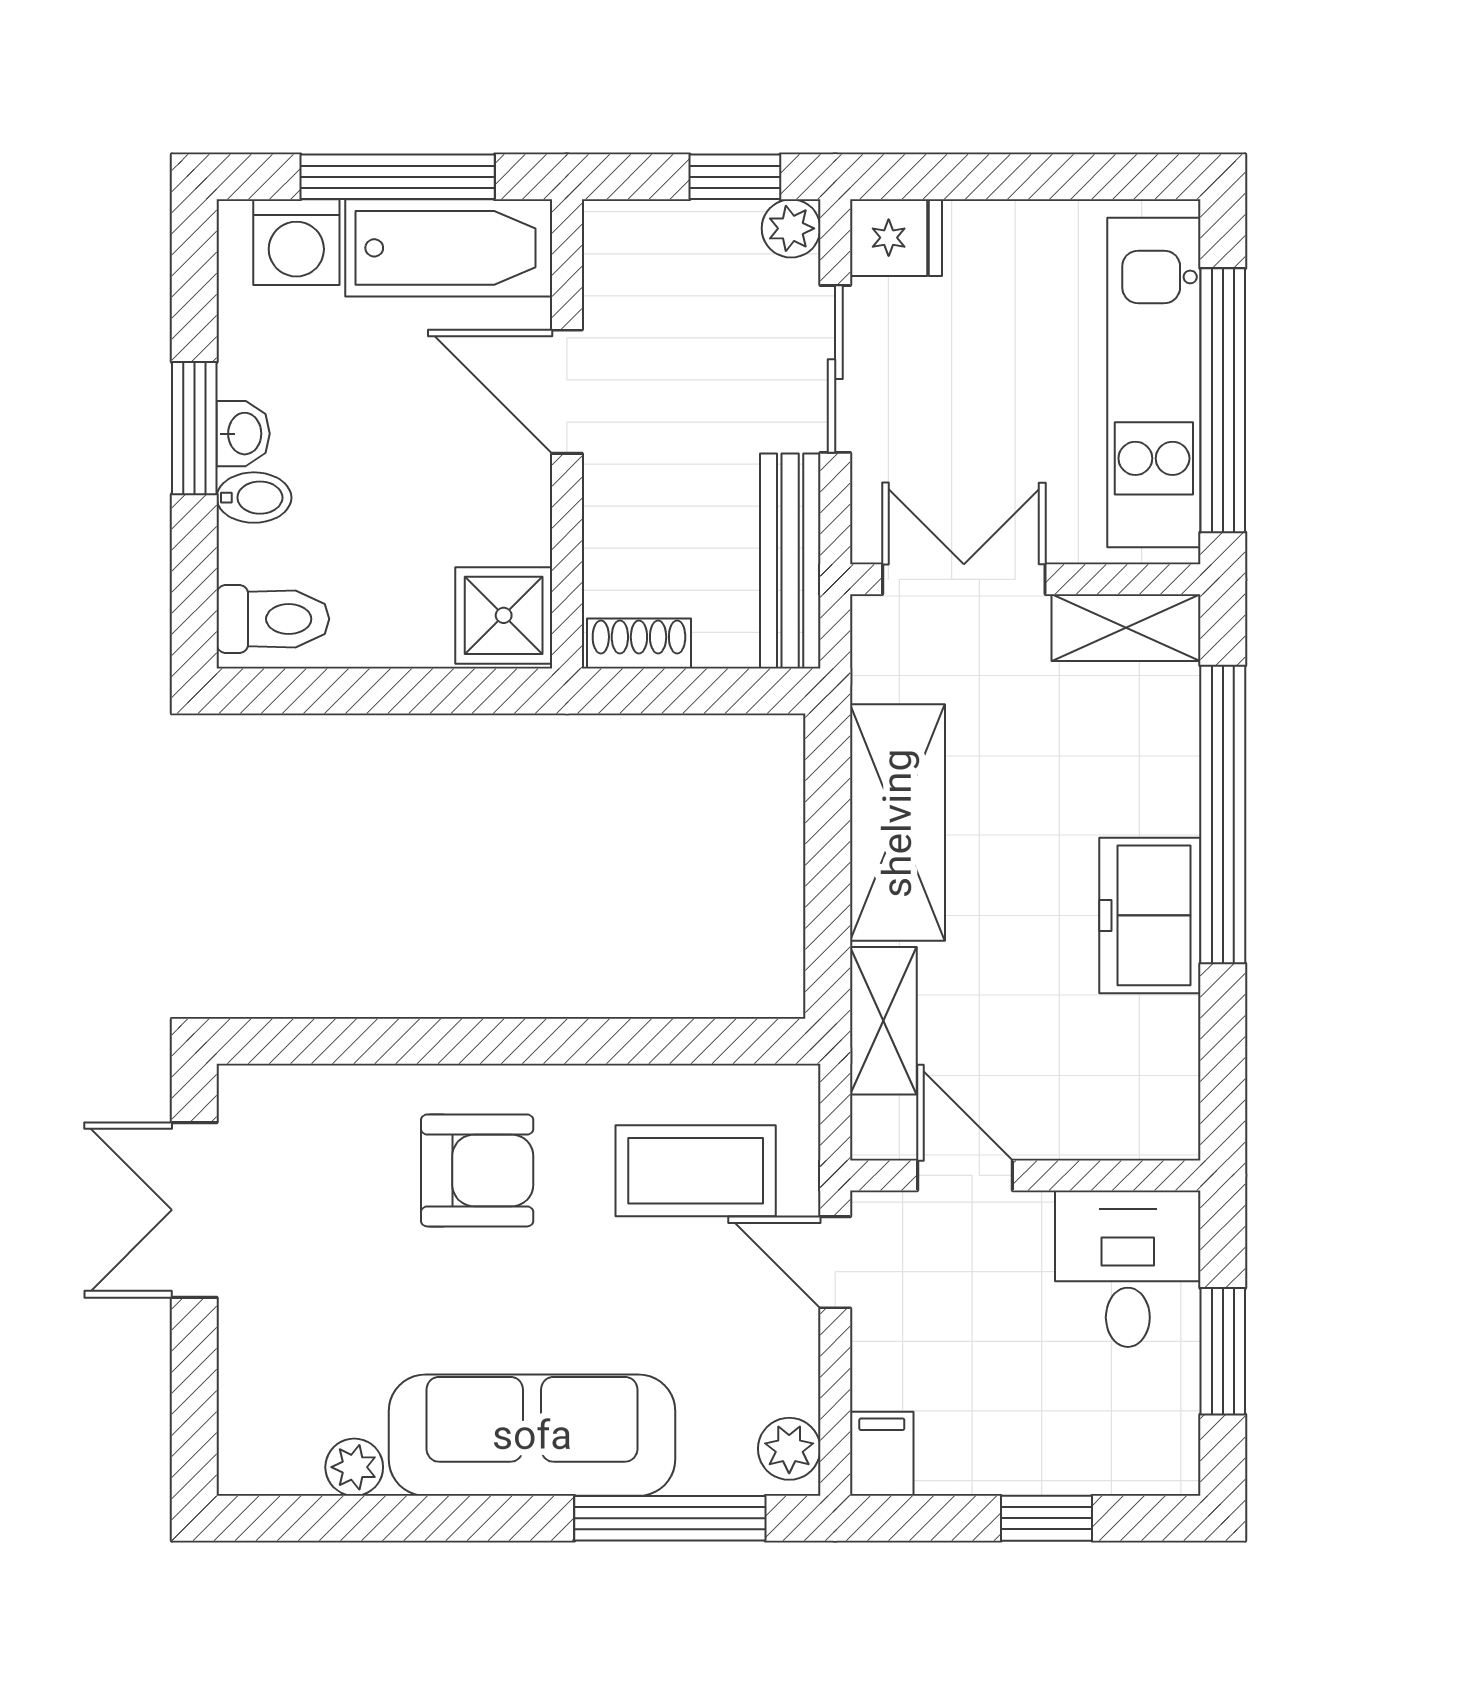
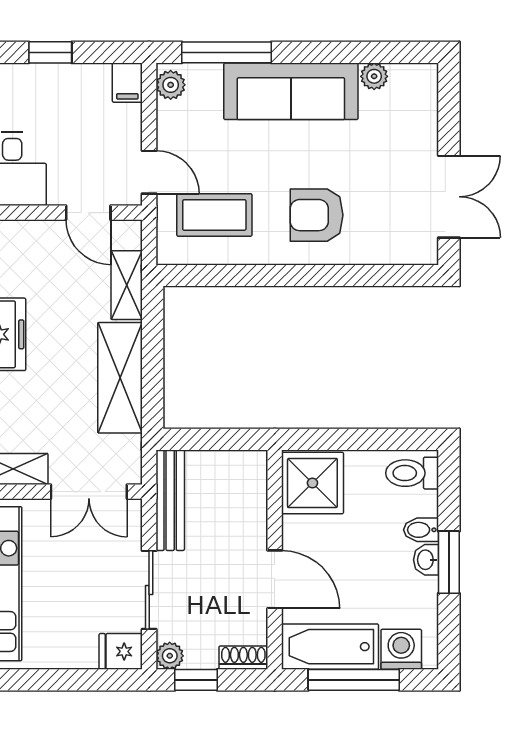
shower: (504, 615) -> (312, 483), width x1.36, depth x1.36
shoe rack: (639, 644) -> (243, 658), moved, turned 180

